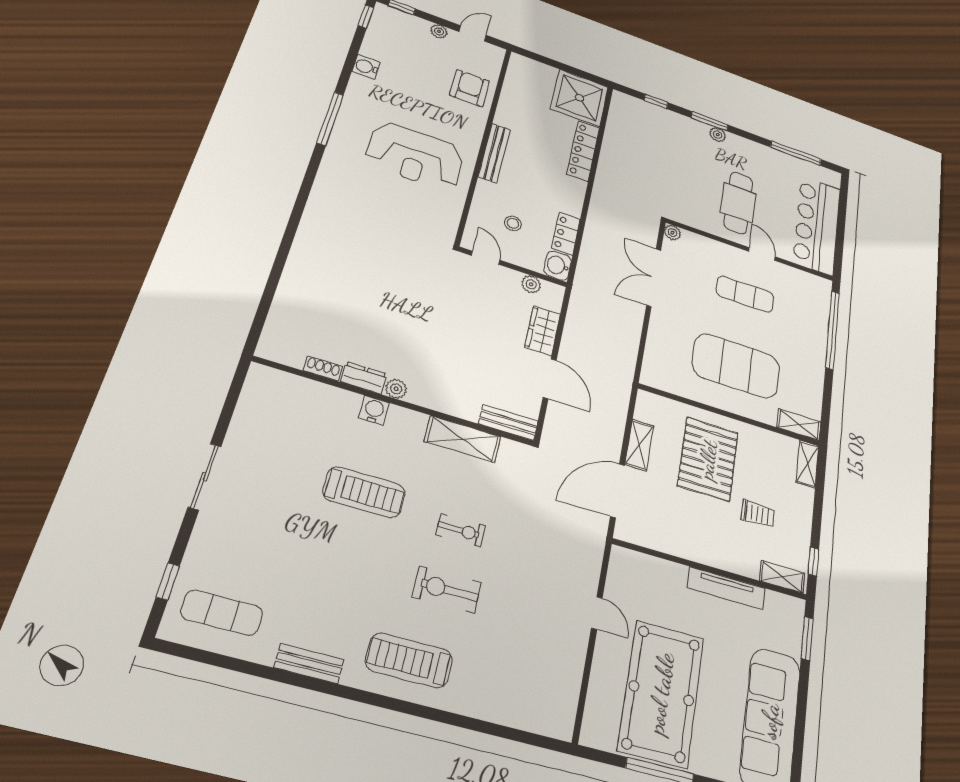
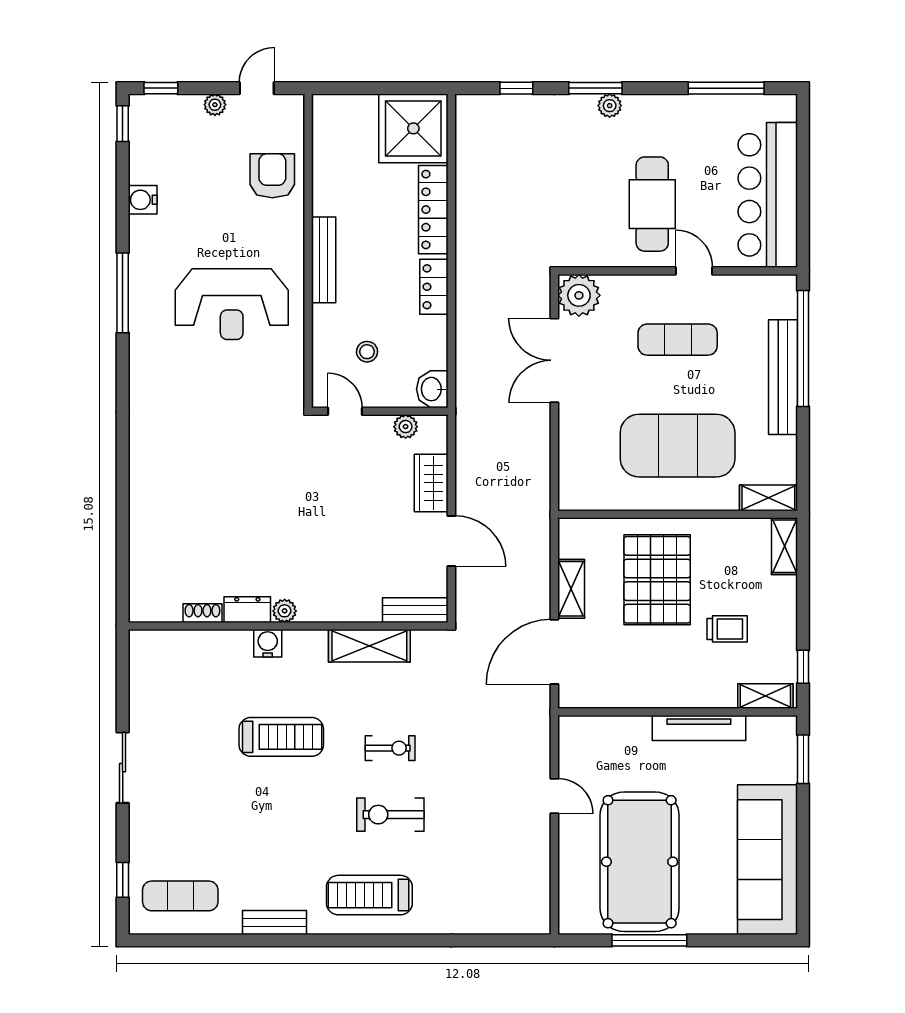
plant: (672, 233) -> (579, 295), width x1.88, depth x1.88
locker: (566, 234) -> (434, 287), moved
bench: (817, 344) -> (783, 377), added

